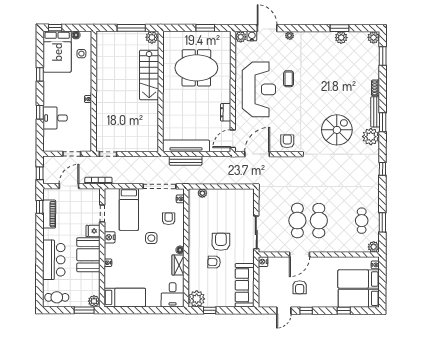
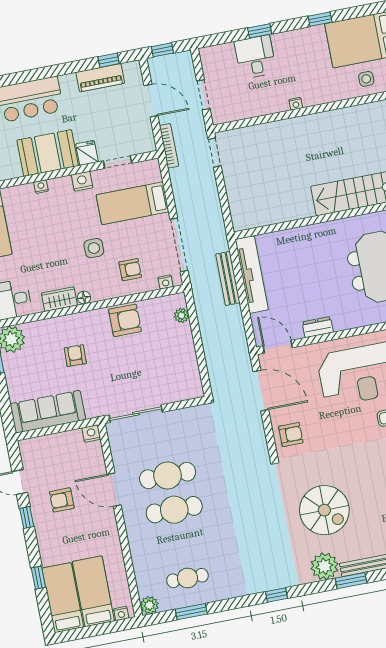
armchair: (221, 242) -> (125, 320), moved

